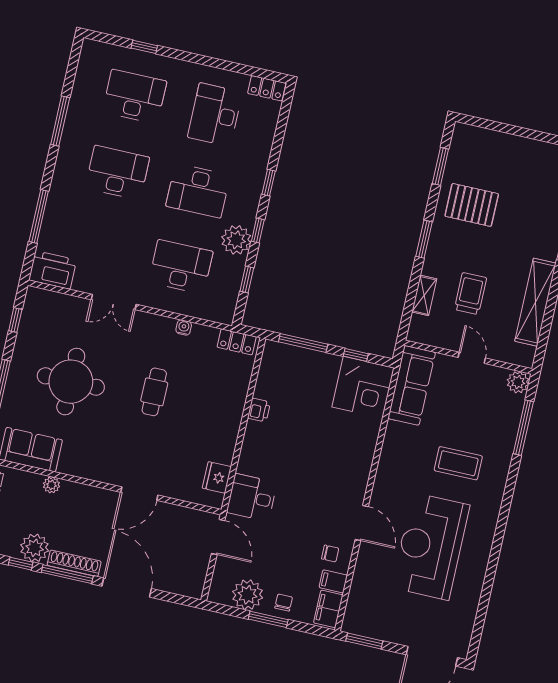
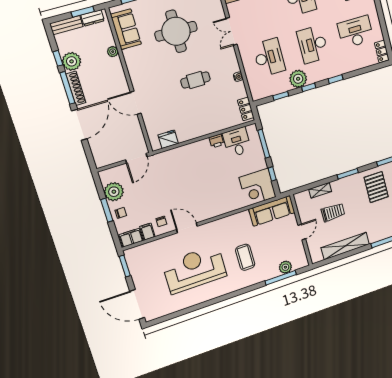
plant: (518, 382) -> (285, 267), moved
desk: (252, 497) -> (237, 142), moved
door: (362, 523) -> (187, 228), swing flipped

